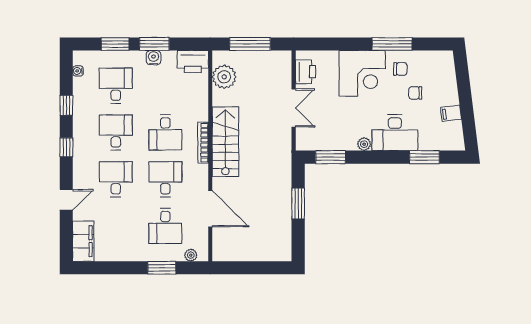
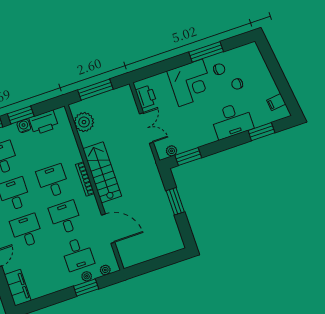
printer: (193, 62) -> (44, 123), moved
filing cabinet: (451, 113) -> (276, 102), moved
desk: (165, 132) -> (53, 181), turned 180
plant: (364, 144) -> (172, 151), moved
plant: (167, 255) -> (87, 276), added

